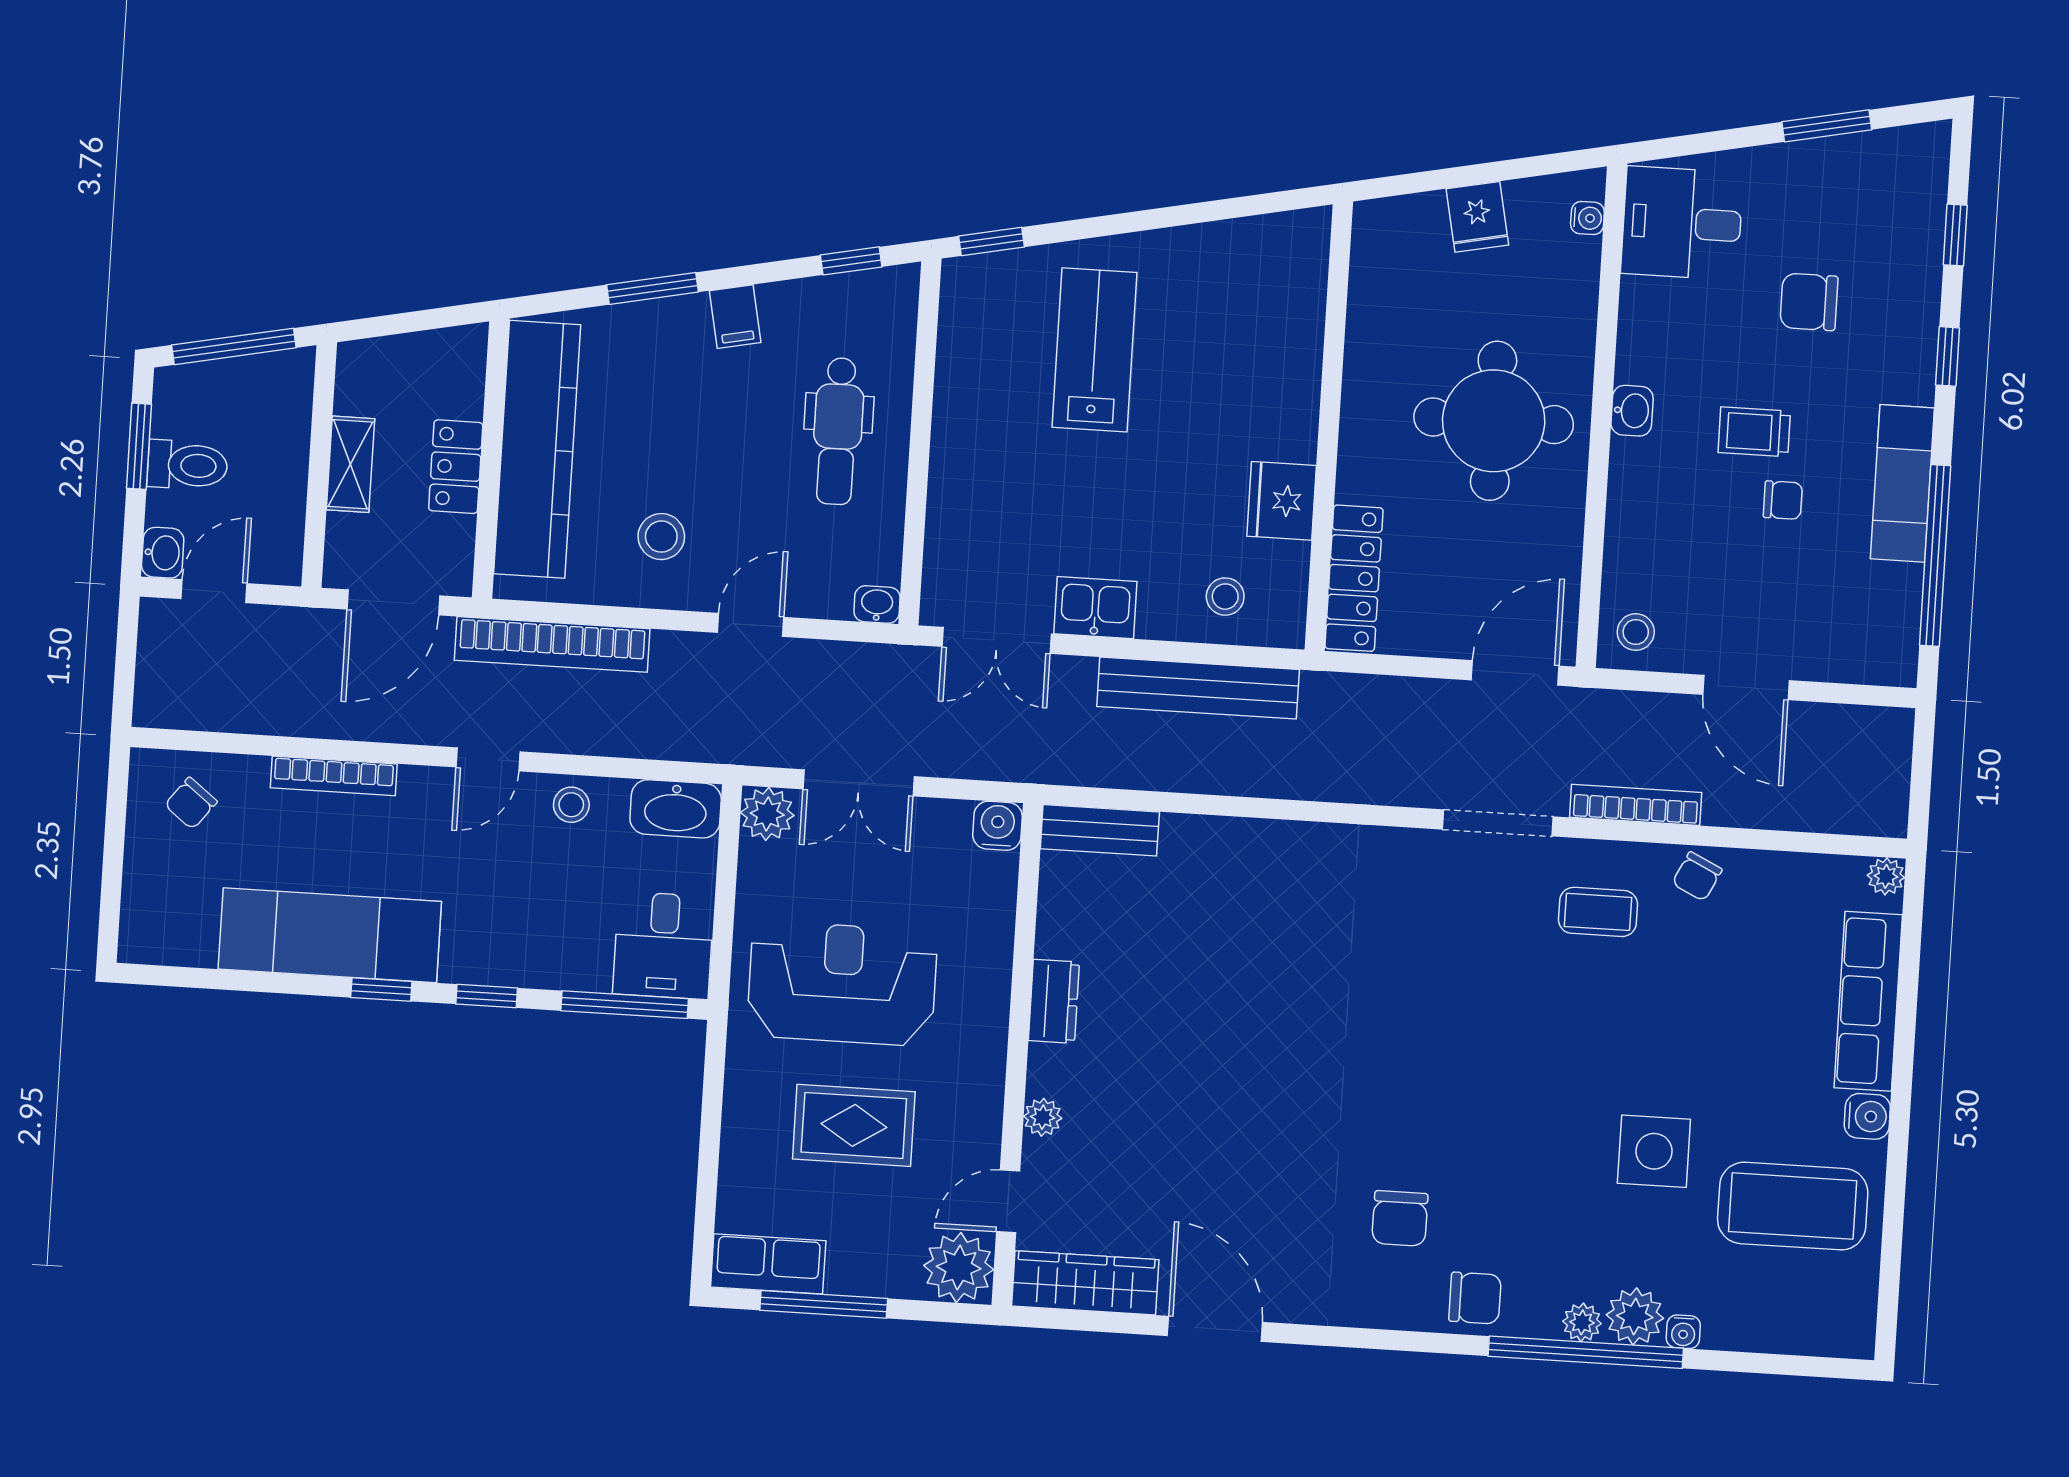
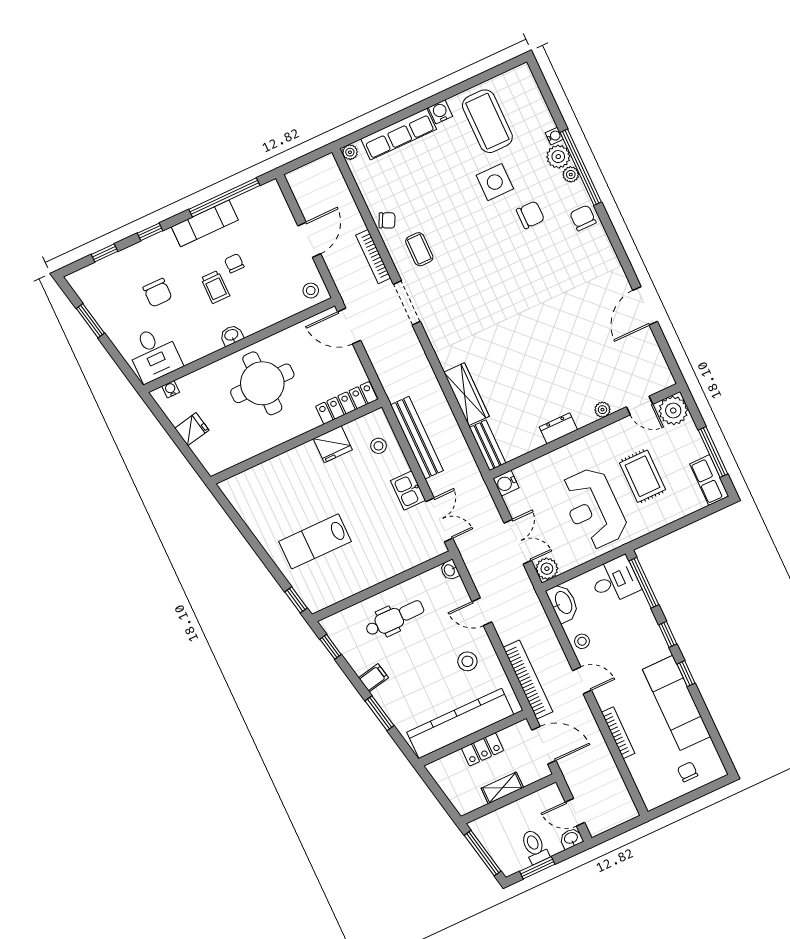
chair: (191, 803) -> (688, 772), moved, turned -128
chair: (1400, 1218) -> (530, 215), moved
wardrobe: (1085, 1283) -> (466, 394), moved, turned 180

